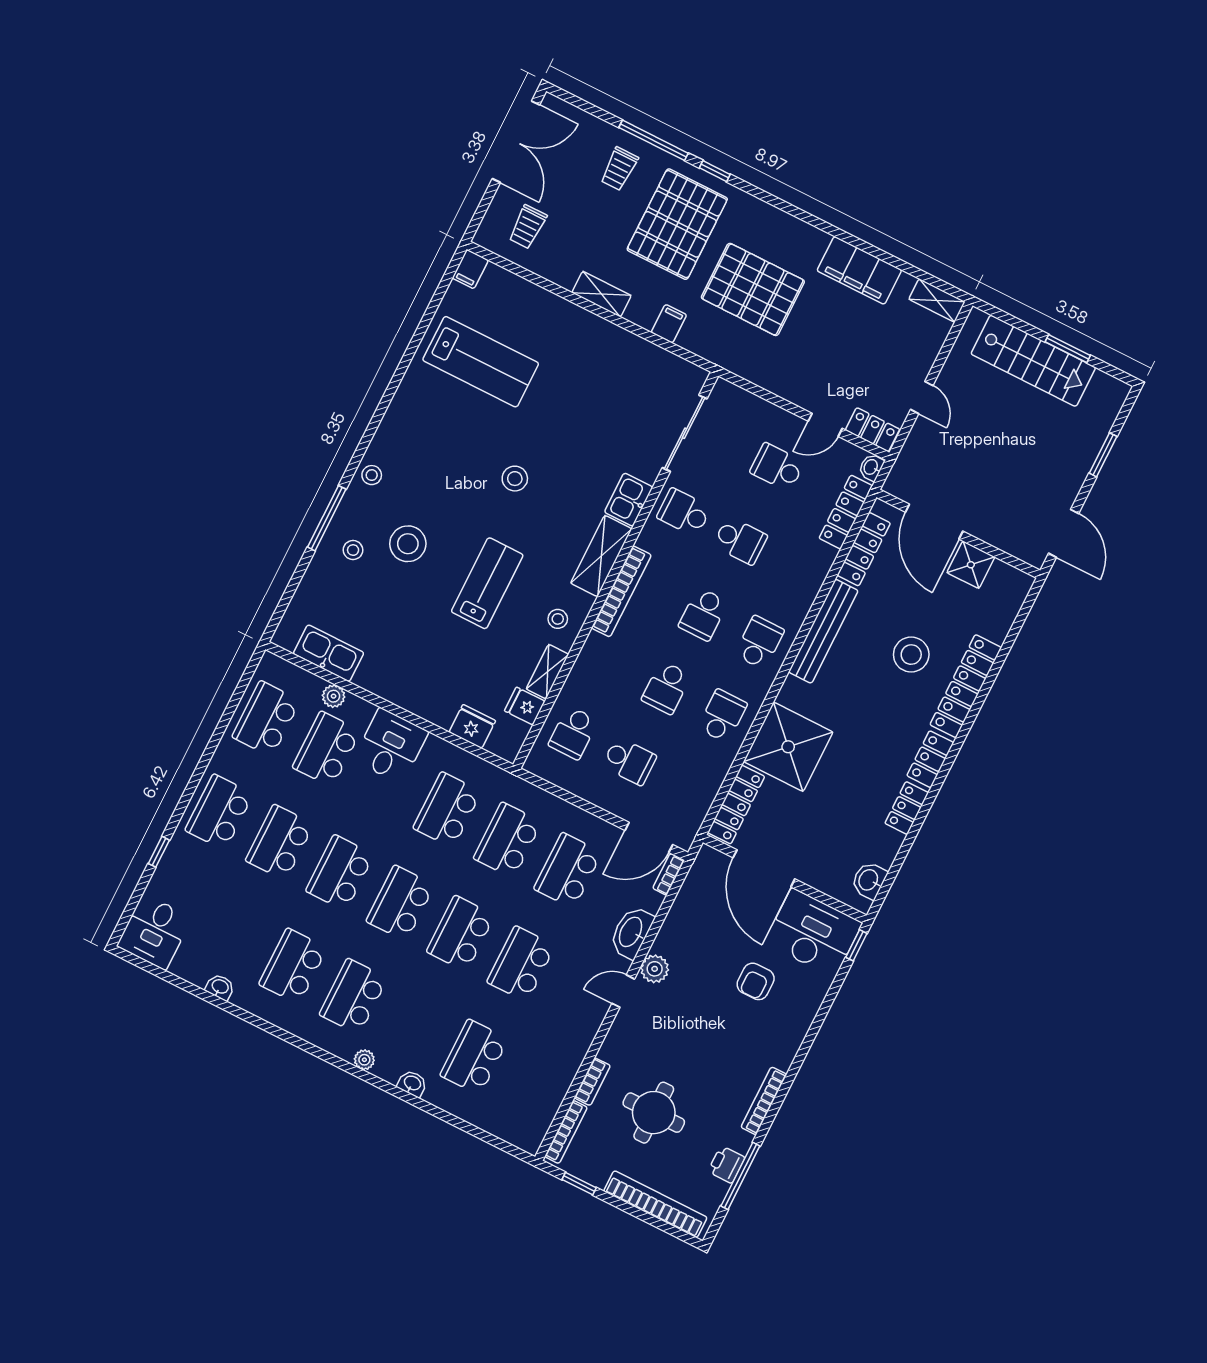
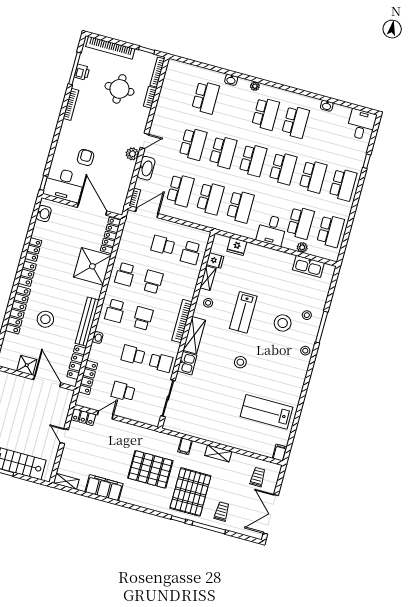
school desk: (777, 467) -> (123, 391), turned 180
washbasin: (871, 467) -> (98, 338), moved
school desk: (573, 733) -> (191, 253), turned 180

